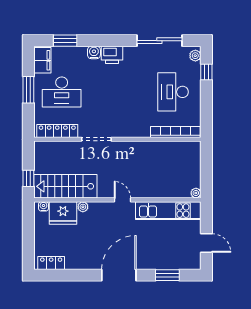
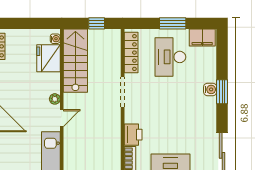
window: (65, 41) -> (222, 92), moved
printer: (112, 55) -> (133, 135), moved, turned 180
window: (28, 178) -> (97, 23), moved
plant: (83, 207) -> (55, 99), moved

